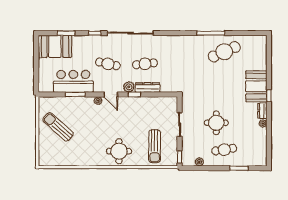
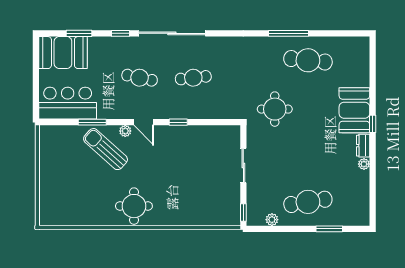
cafe table: (224, 52) -> (308, 60), turned 30
bar counter: (73, 81) -> (68, 103), moved
plant: (129, 87) -> (170, 111), removed
dresser: (148, 88) -> (197, 112), removed
round table: (216, 123) -> (275, 109), moved
sun lounger: (58, 127) -> (106, 149), moved
sun lounger: (155, 146) -> (207, 197), removed
cafe table: (224, 150) -> (308, 202), width x1.37, depth x1.35
round table: (119, 151) -> (134, 206), moved

